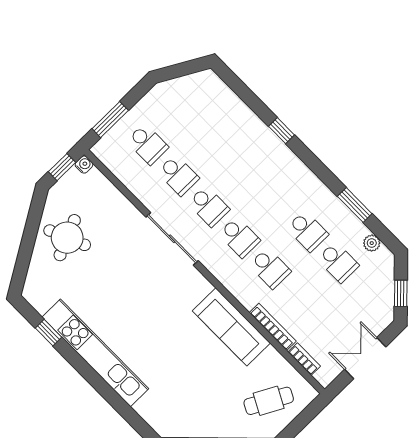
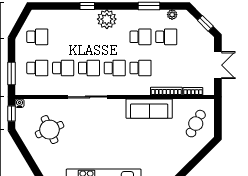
school desk: (185, 107) -> (37, 37), added
plant: (289, 170) -> (107, 19), added
round table: (67, 238) -> (50, 130), moved
double door: (365, 358) -> (218, 65), swing flipped

